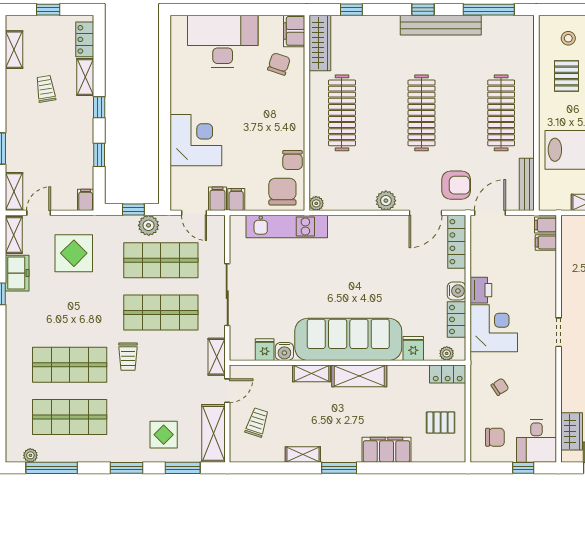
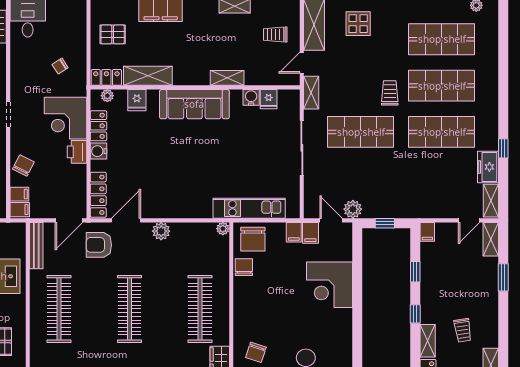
plant: (149, 225) -> (353, 209), moved
display table: (74, 253) -> (438, 185), removed
shop shelf: (161, 260) -> (442, 132), moved
sofa: (348, 339) -> (194, 104), width x0.74, depth x0.79
shelving: (359, 376) -> (148, 76), moved
trolley: (257, 422) -> (275, 35), turned 72
chair: (495, 437) -> (23, 165), moved, turned 117

